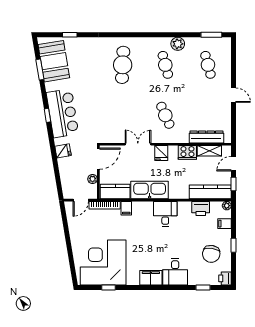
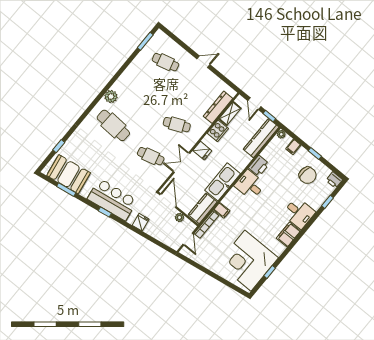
plant: (178, 44) -> (111, 97), moved
cafe table: (165, 65) -> (151, 156), moved
printer: (201, 209) -> (259, 166), moved

